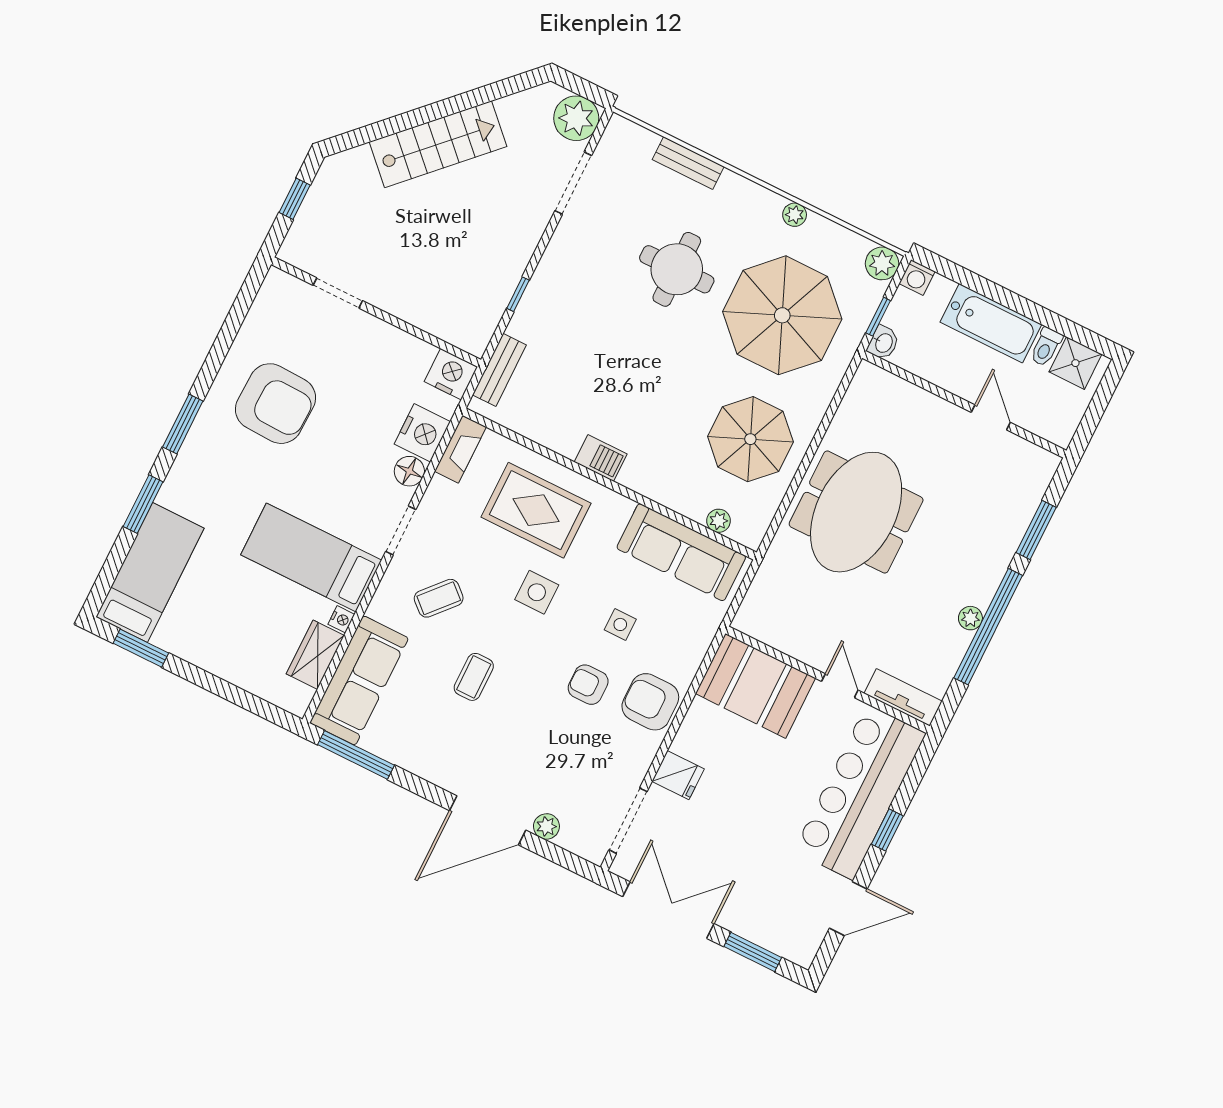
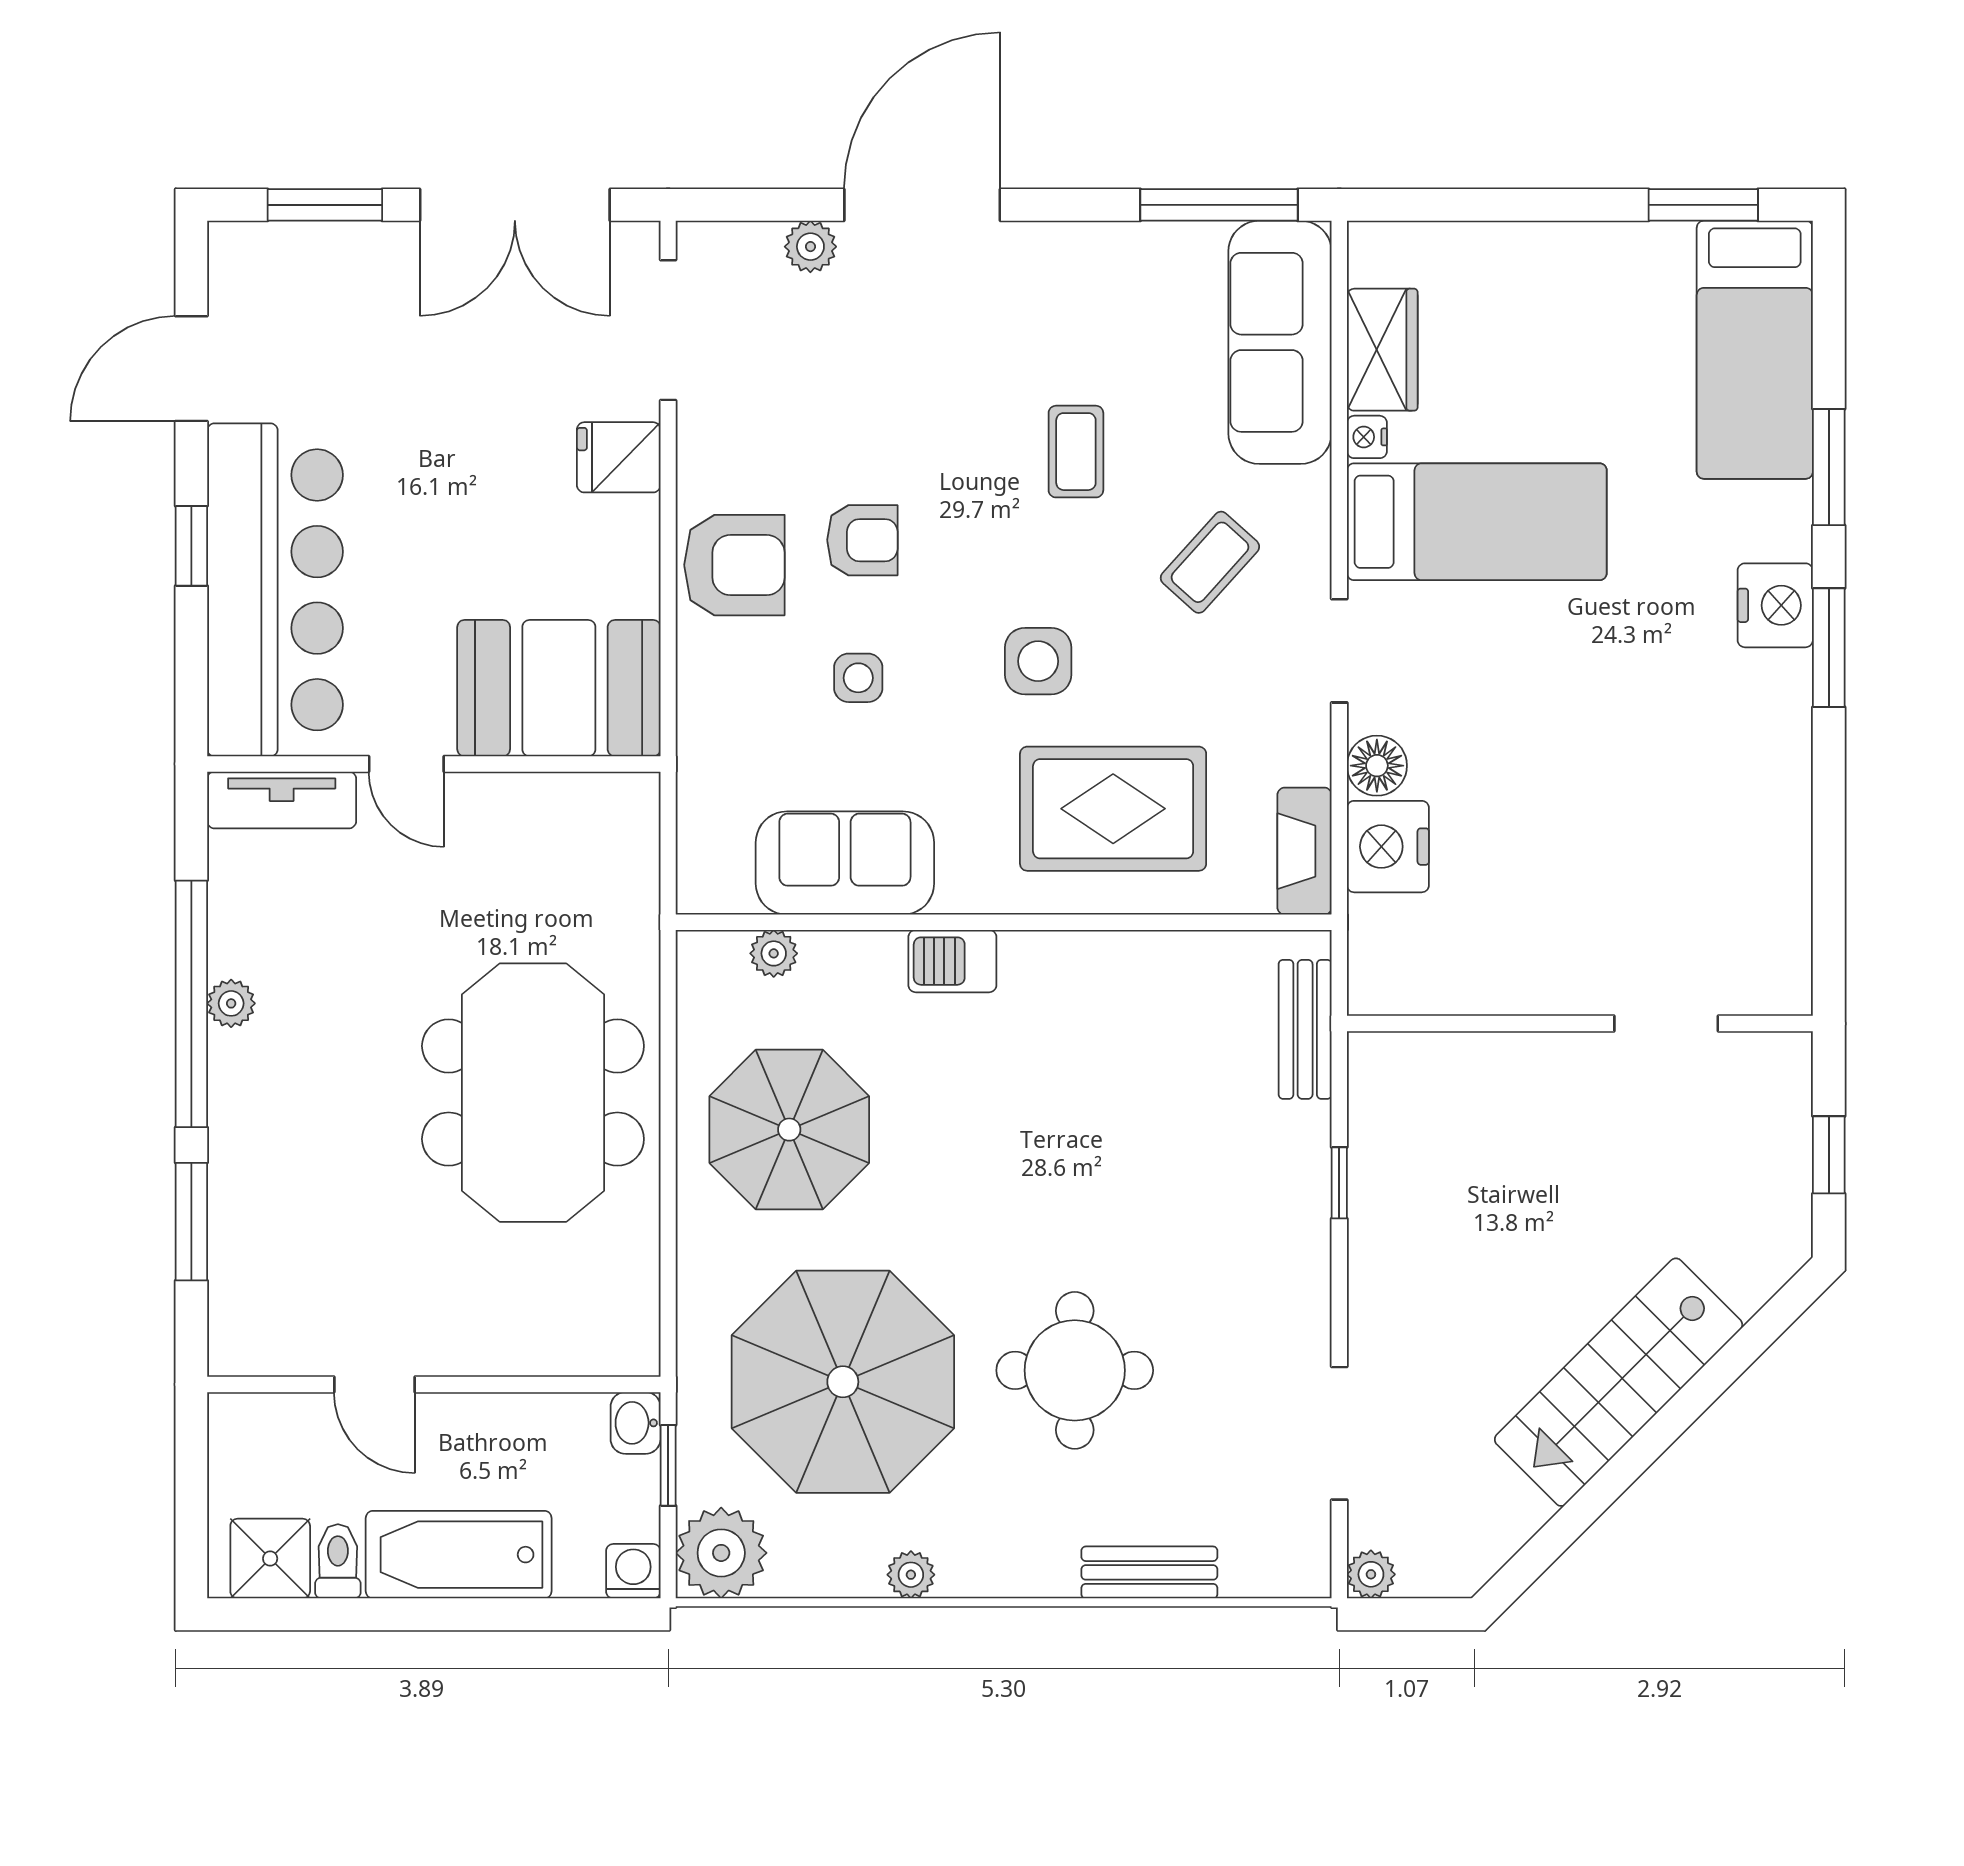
plant: (576, 118) -> (1371, 1574), width x0.53, depth x0.53
plant: (882, 263) -> (721, 1553), width x1.36, depth x1.36
nightstand: (451, 374) -> (1775, 605), moved, turned -90
armchair: (275, 404) -> (1680, 768), removed
barbecue: (601, 458) -> (952, 961), moved
sofa: (681, 552) -> (845, 863), width x0.73

